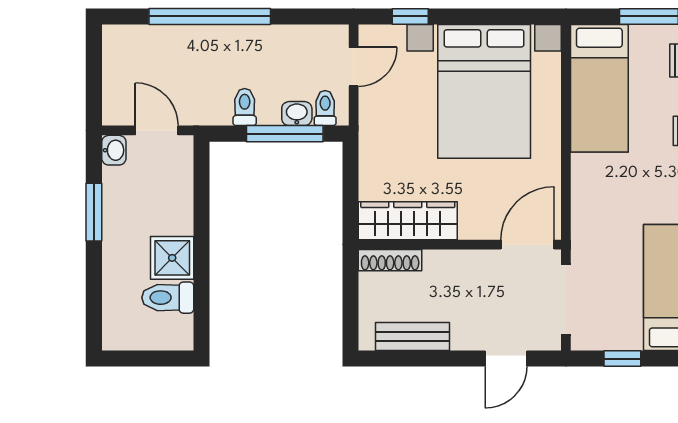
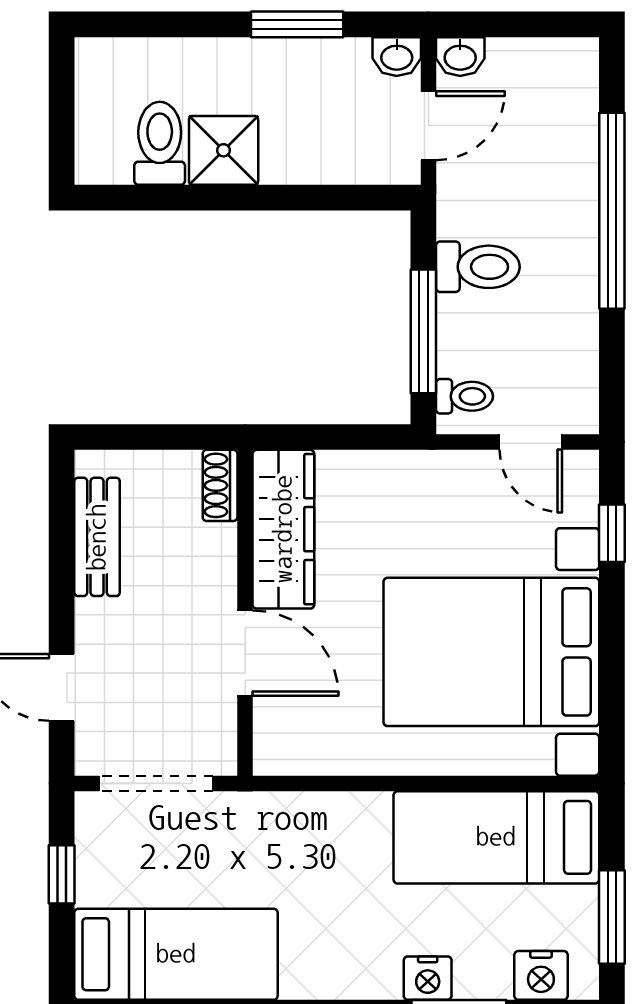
toilet: (245, 107) -> (478, 267), width x1.37, depth x1.39
washbasin: (297, 114) -> (460, 57), moved, turned 90
door: (527, 245) -> (245, 653), moved
shoe rack: (390, 260) -> (220, 485), width x0.70

